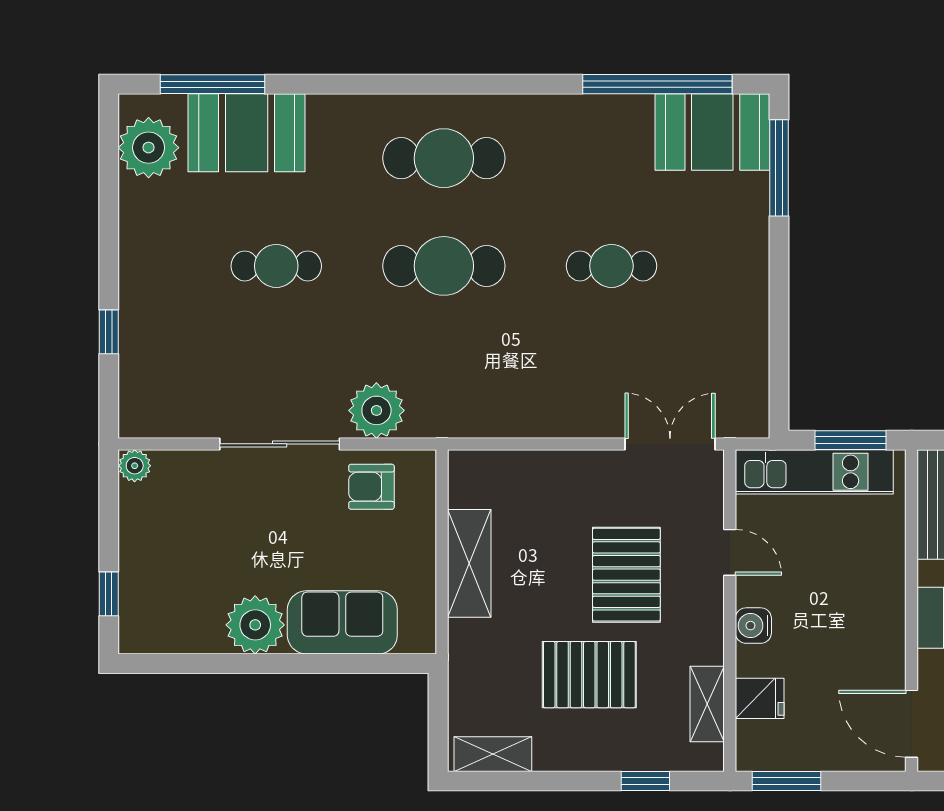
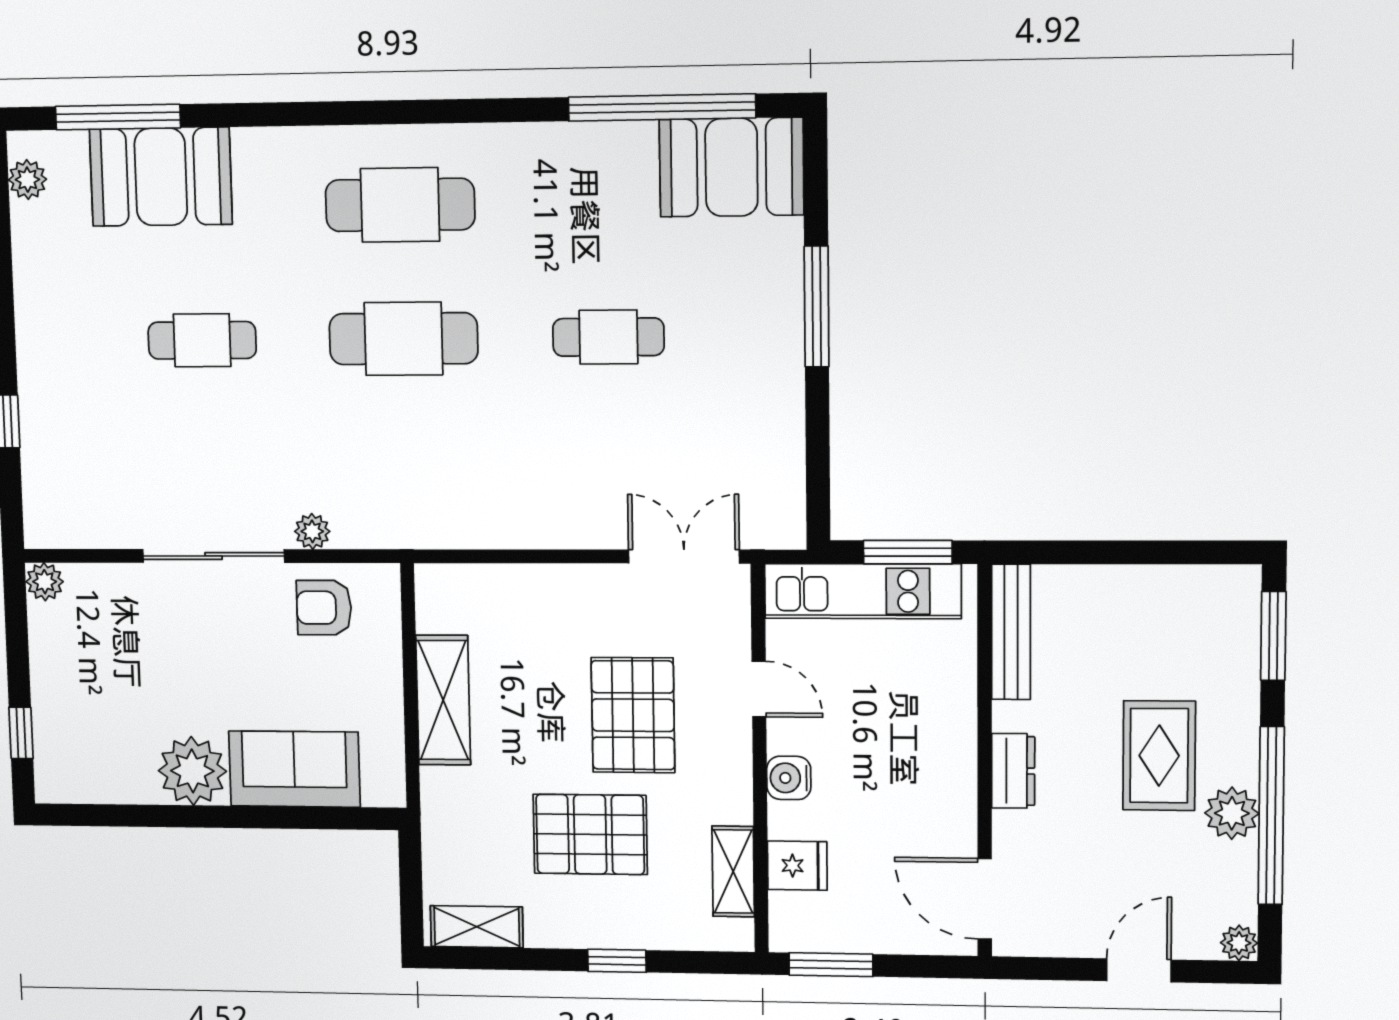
plant: (149, 148) -> (27, 180), width x0.53, depth x0.53
window: (779, 168) -> (817, 307), moved
plant: (376, 410) -> (312, 531), width x0.53, depth x0.53
window: (645, 781) -> (617, 961), moved

